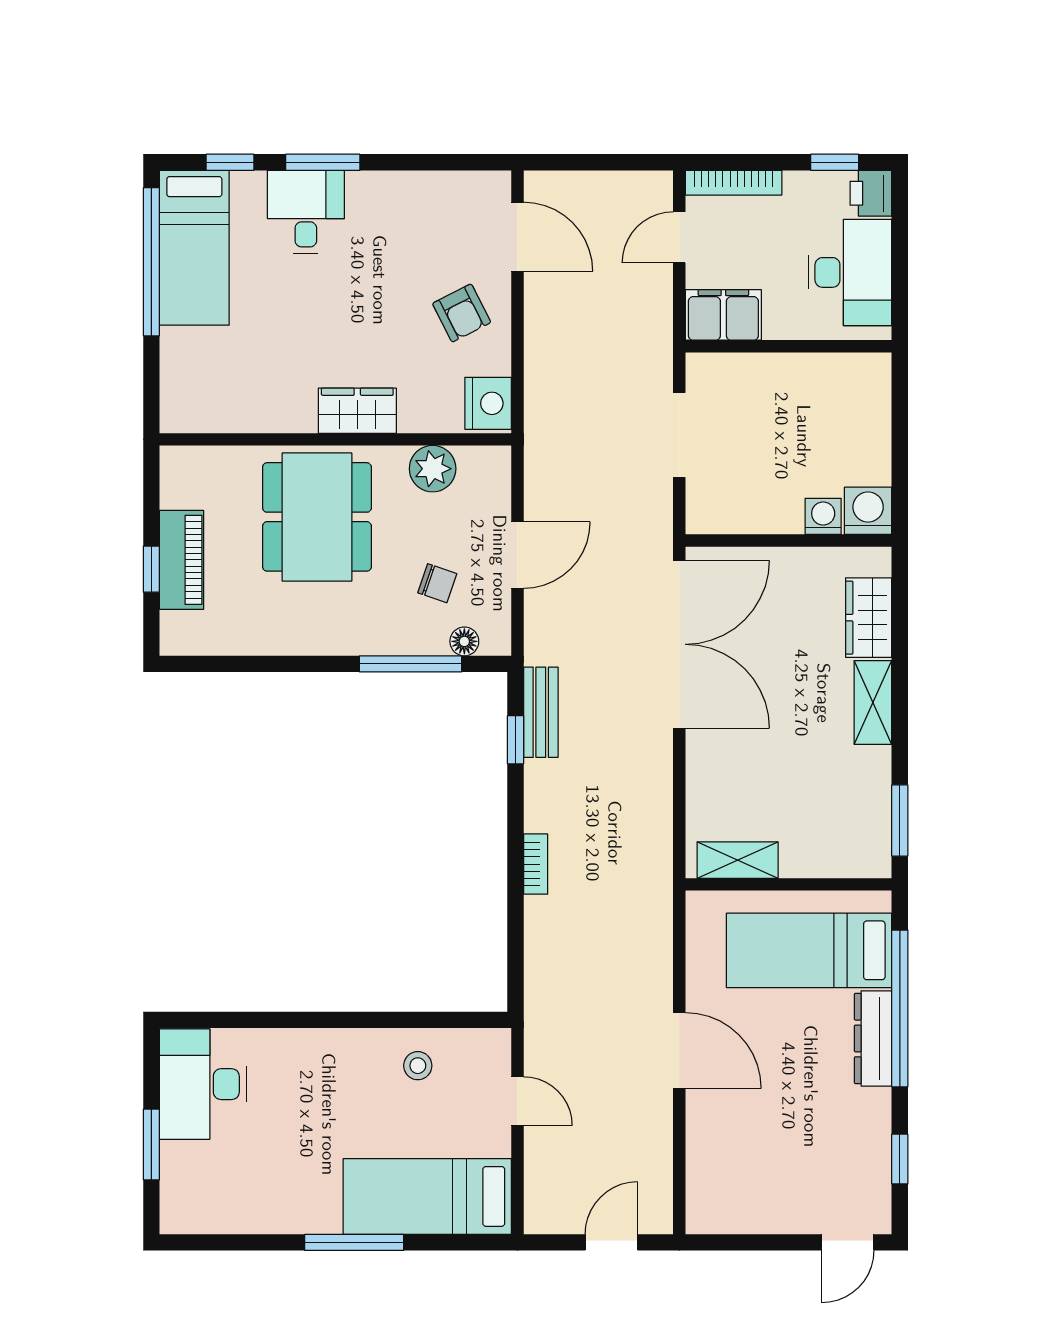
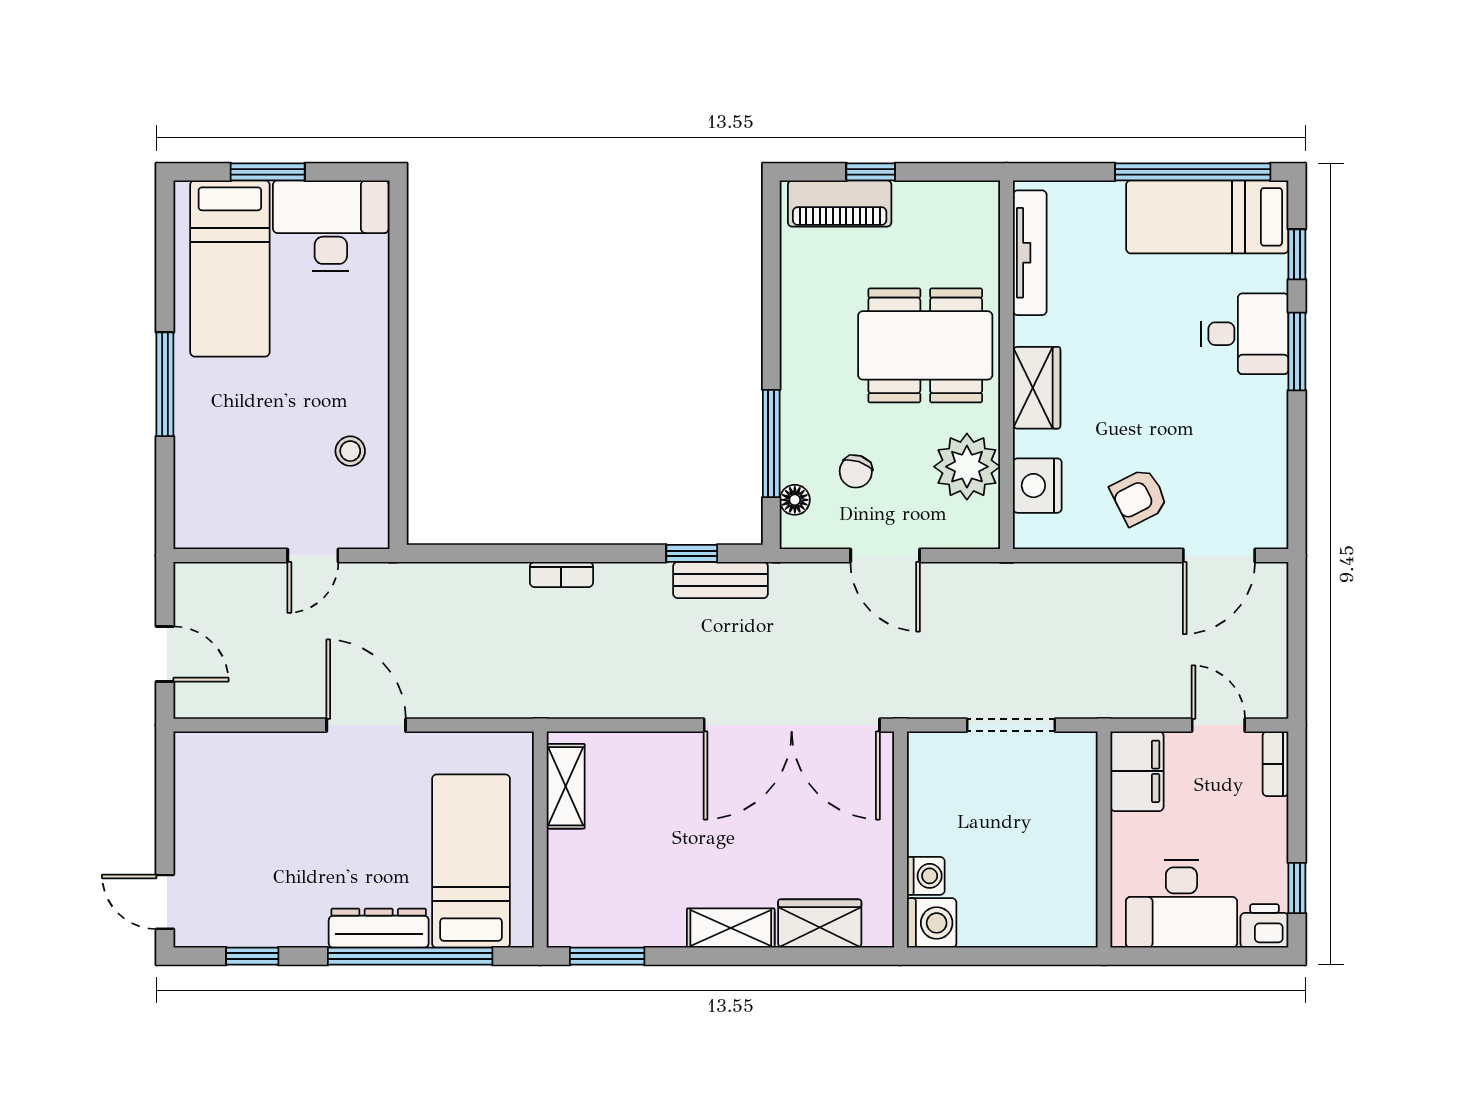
bookcase: (734, 183) -> (1276, 764), width x0.64
nightstand: (488, 403) -> (1037, 486), moved, turned 90
tv unit: (229, 417) -> (1030, 253), added
plant: (433, 469) -> (967, 467), width x1.36, depth x1.36
piano: (182, 560) -> (840, 203), moved
door: (679, 1050) -> (366, 725), swing flipped
bed: (427, 1196) -> (230, 268), moved, turned 180

